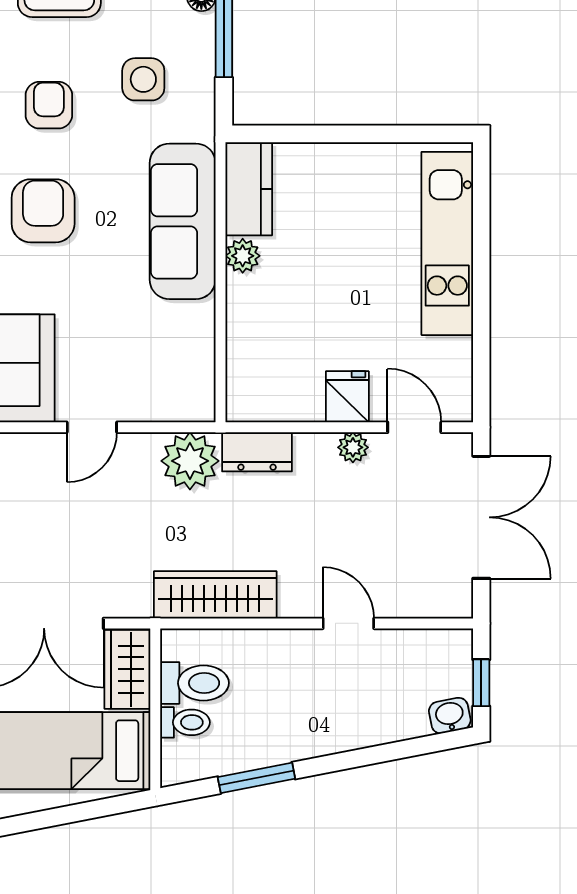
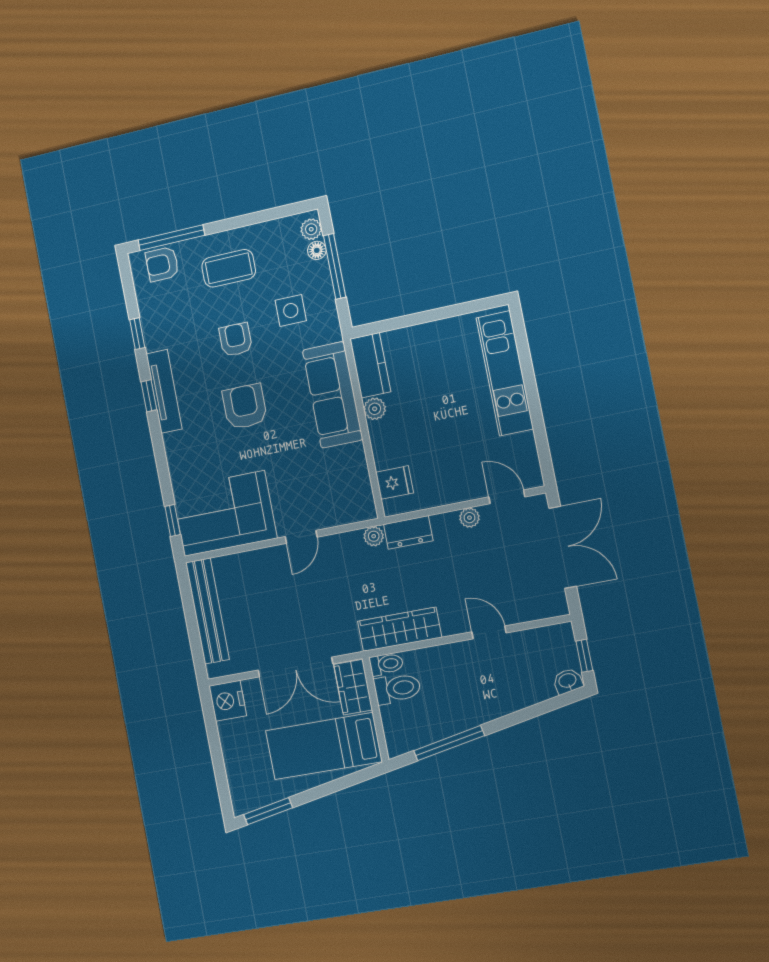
fridge: (347, 397) -> (395, 482), moved, turned 90
plant: (190, 461) -> (374, 536), width x0.53, depth x0.53
toilet: (185, 722) -> (386, 664), moved
window: (256, 778) -> (449, 743), width x1.44

